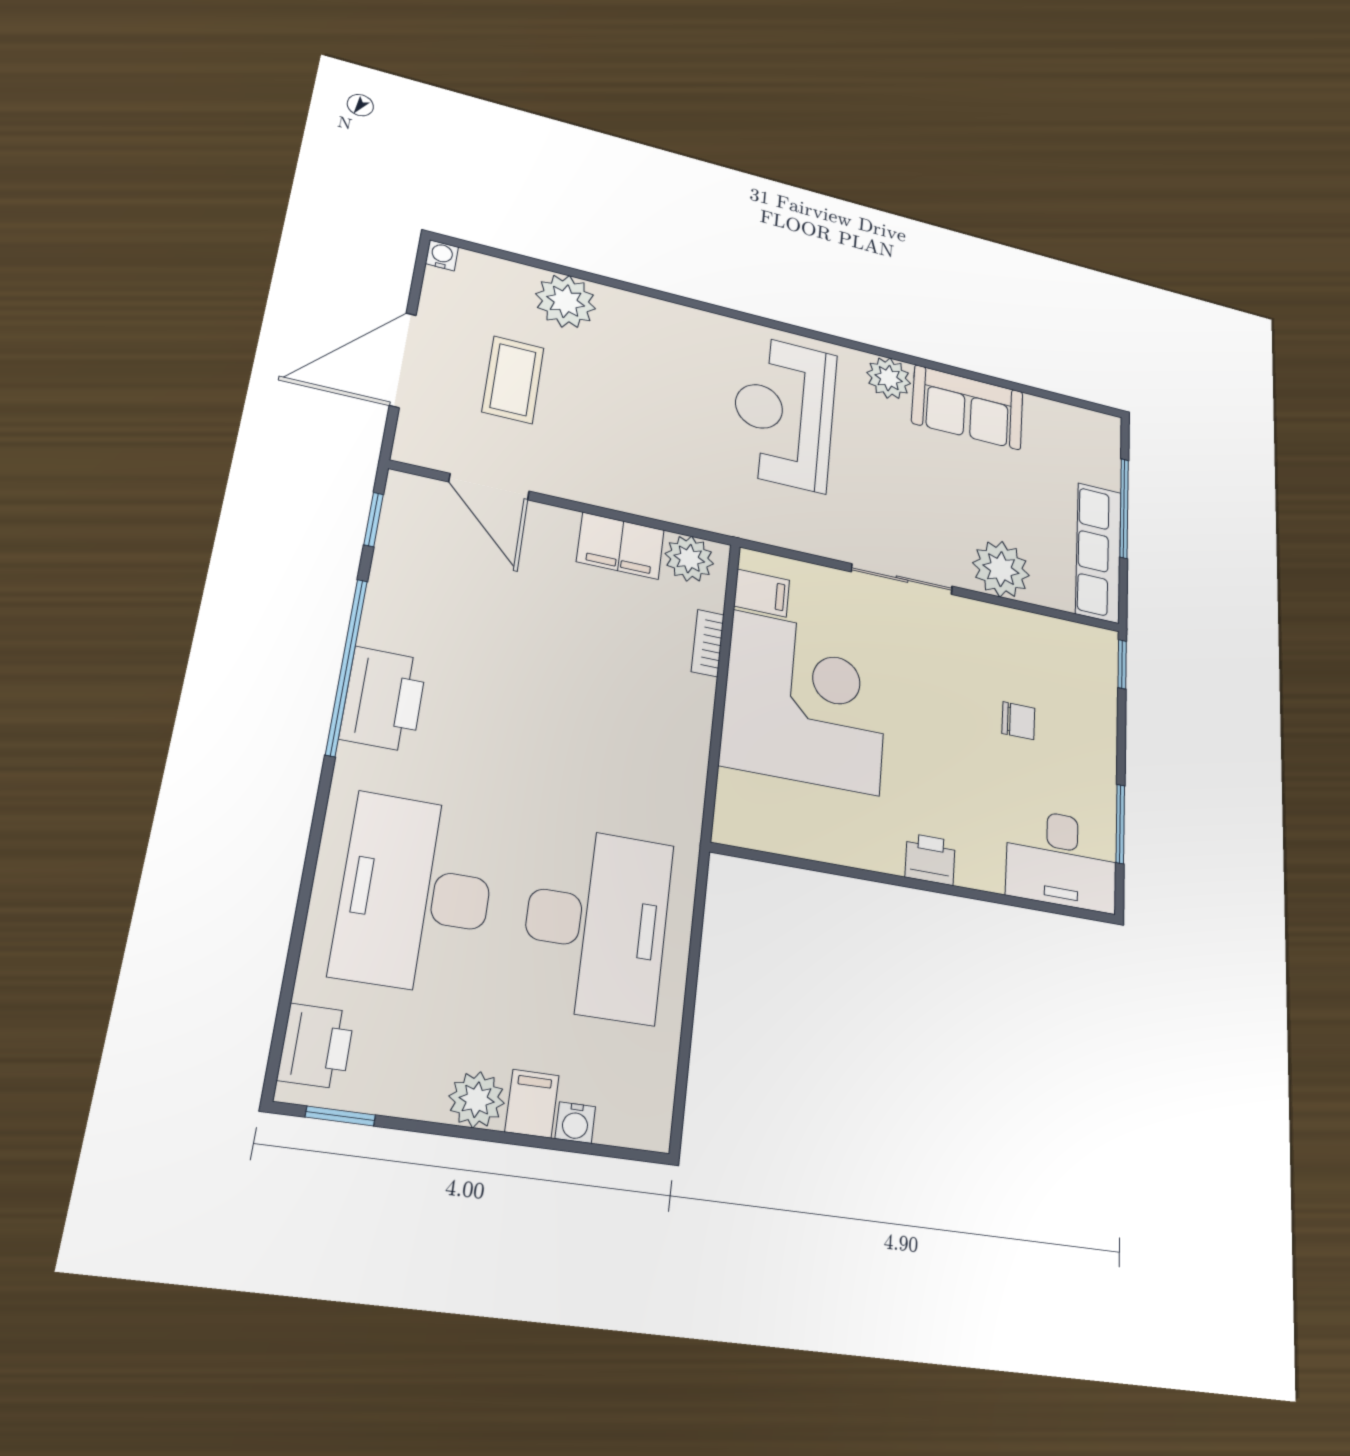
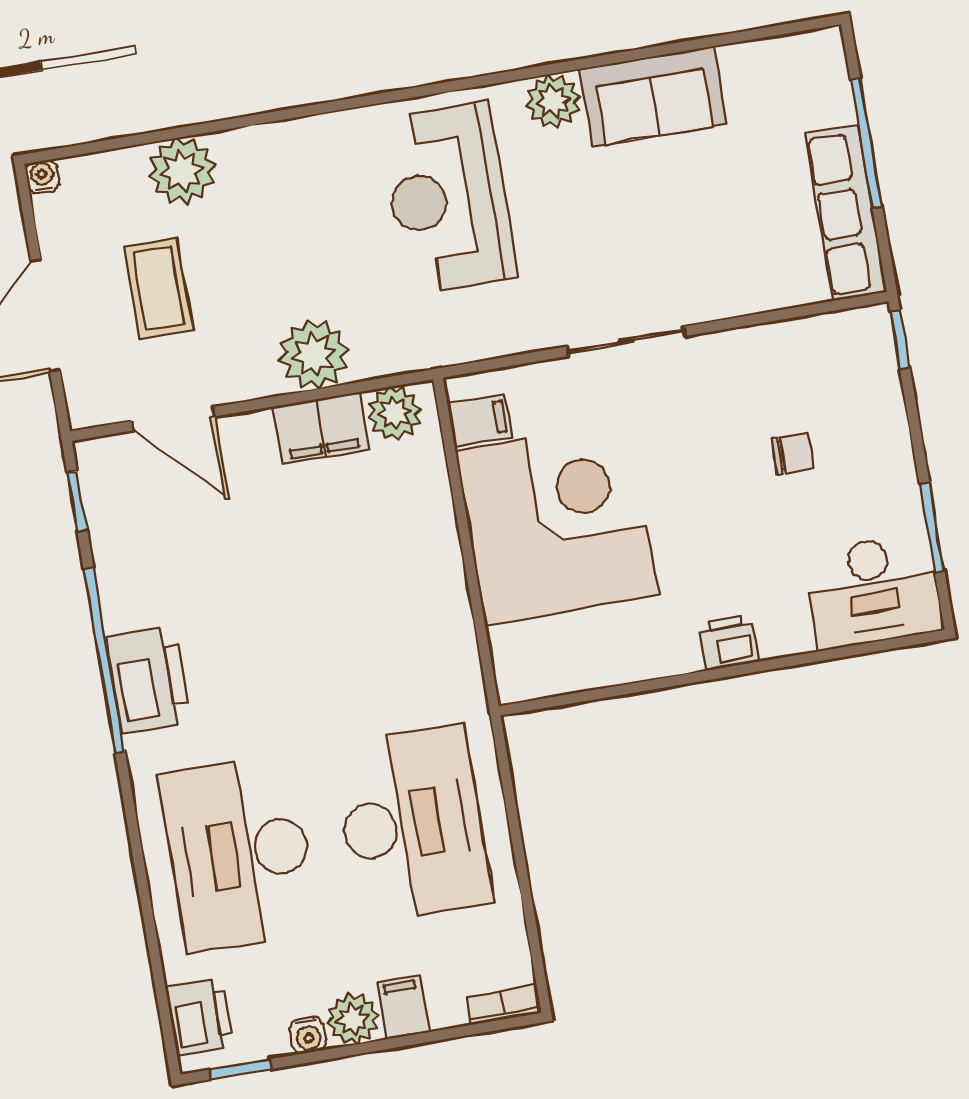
plant: (1001, 569) -> (314, 354), moved
bookcase: (708, 643) -> (504, 1005), moved, turned 90
water cooler: (575, 1123) -> (308, 1035), moved

